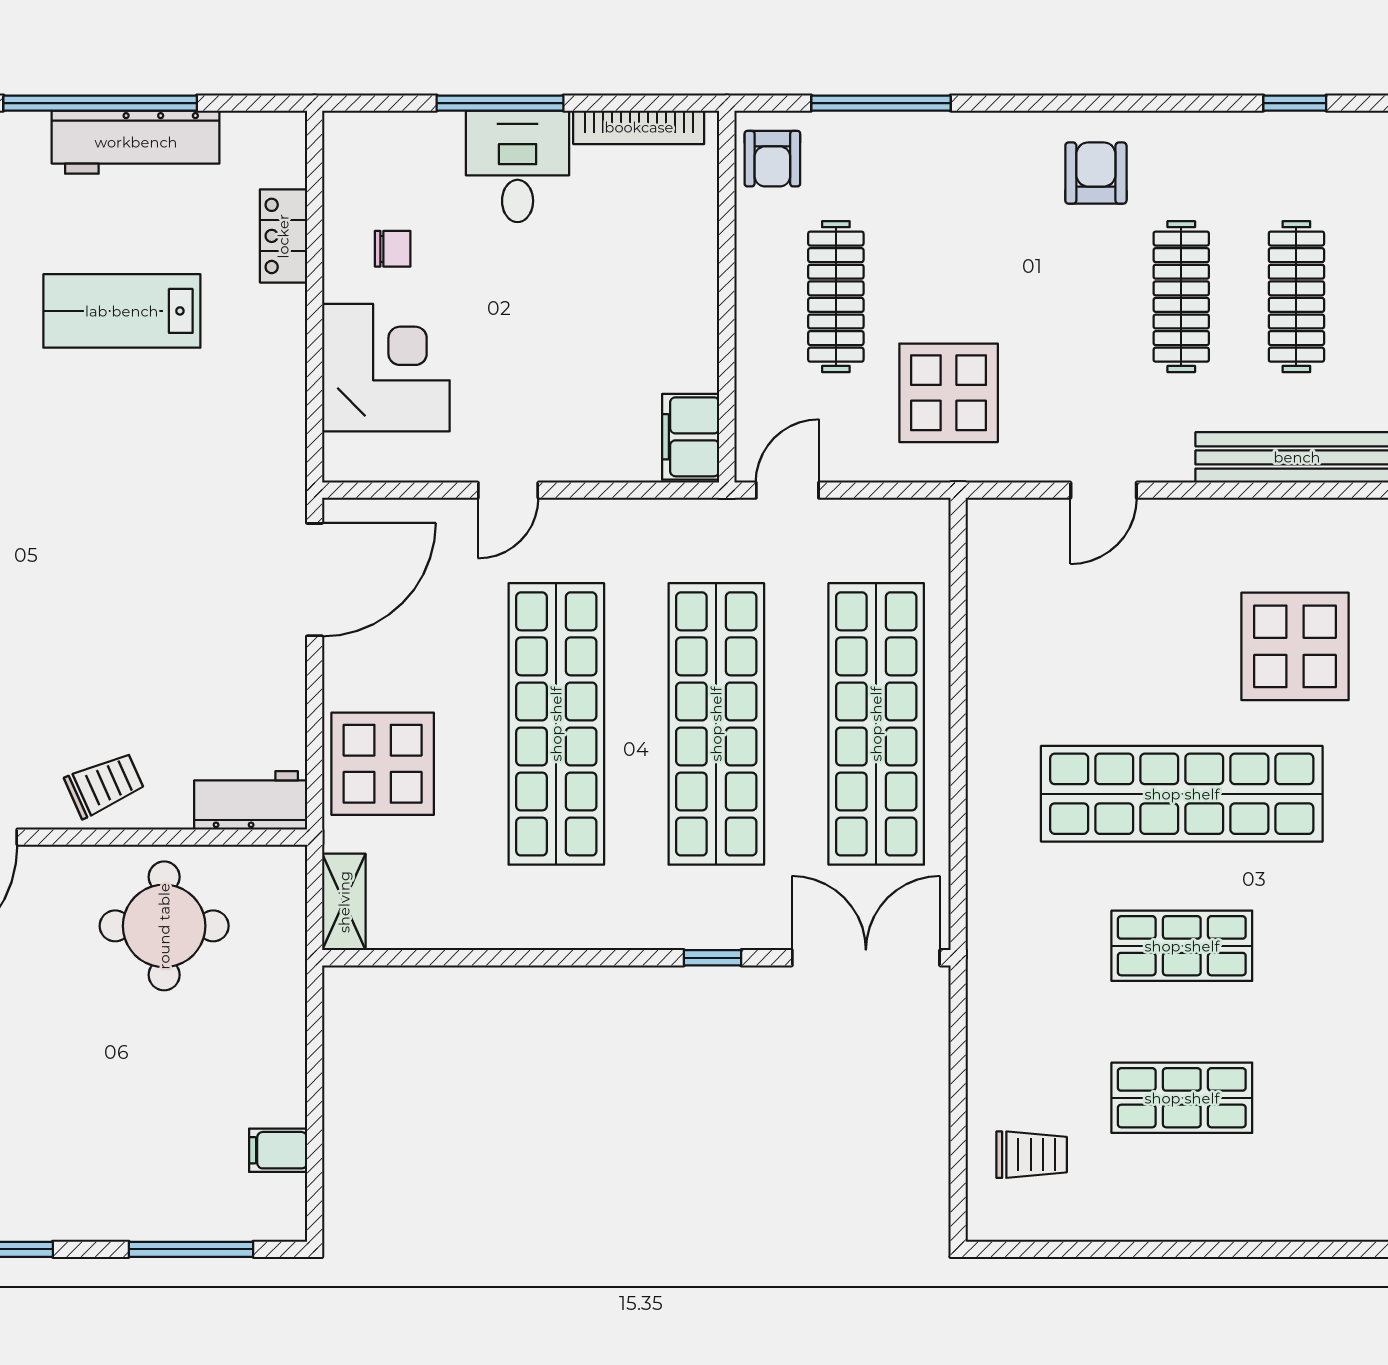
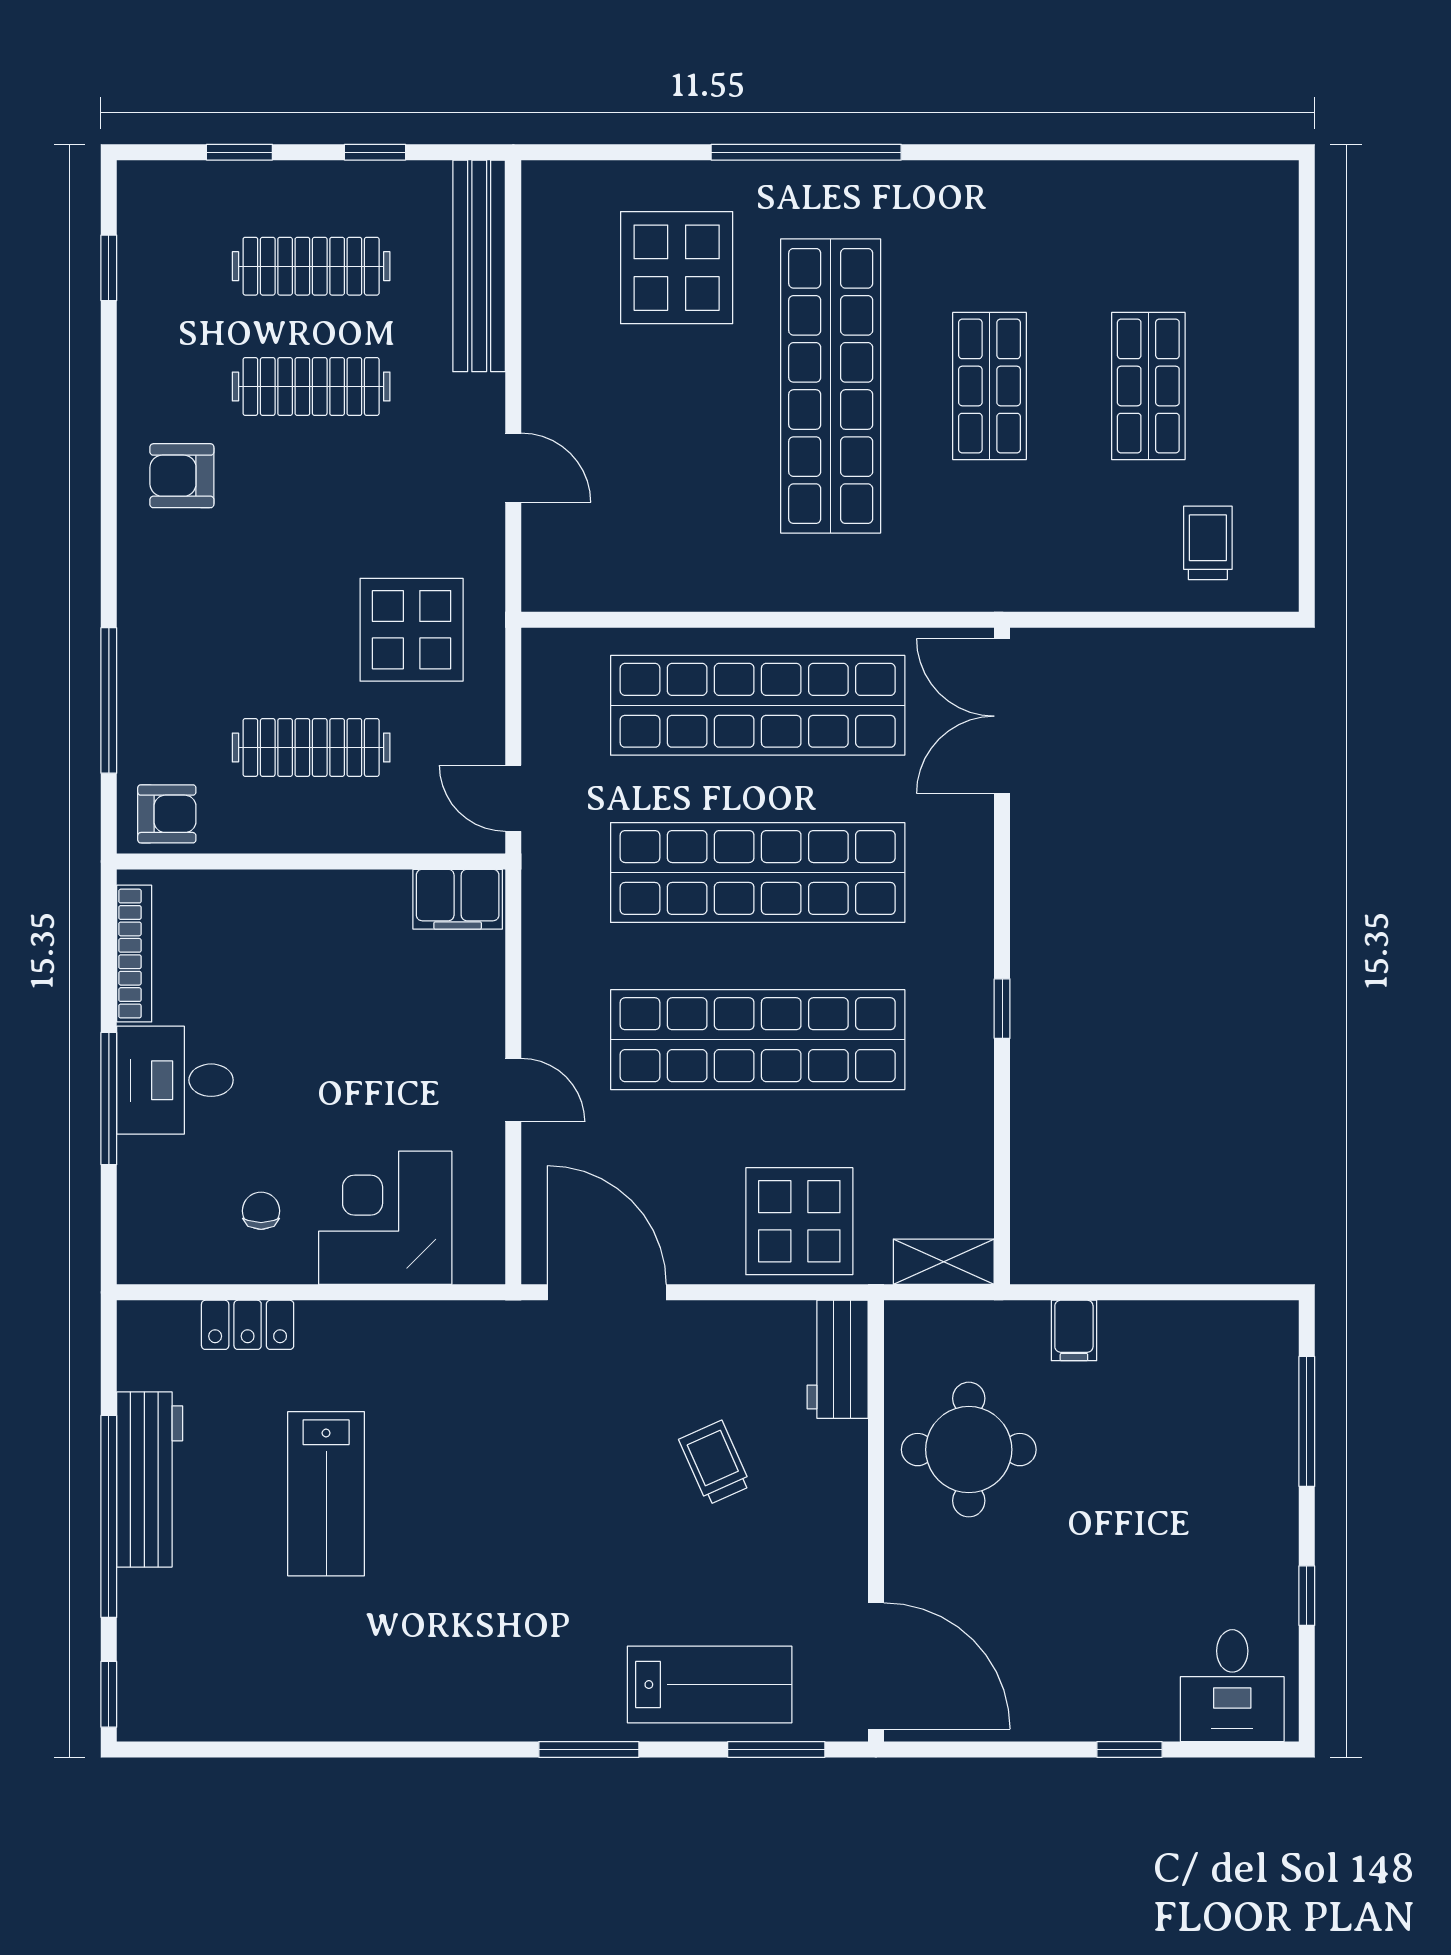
trolley: (104, 785) -> (715, 1463), moved
window: (712, 958) -> (1002, 1009), moved
filing cabinet: (278, 1150) -> (1074, 1330), moved

